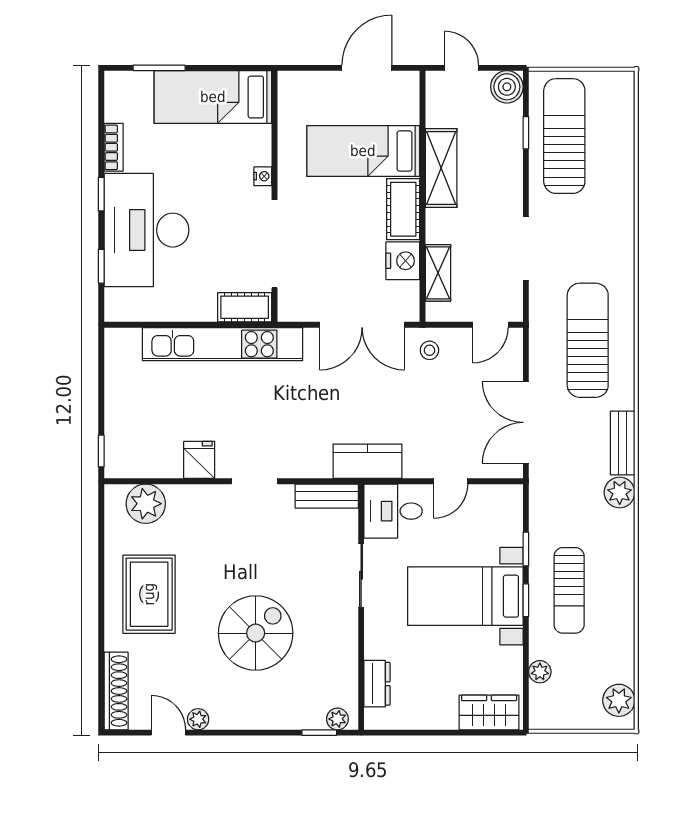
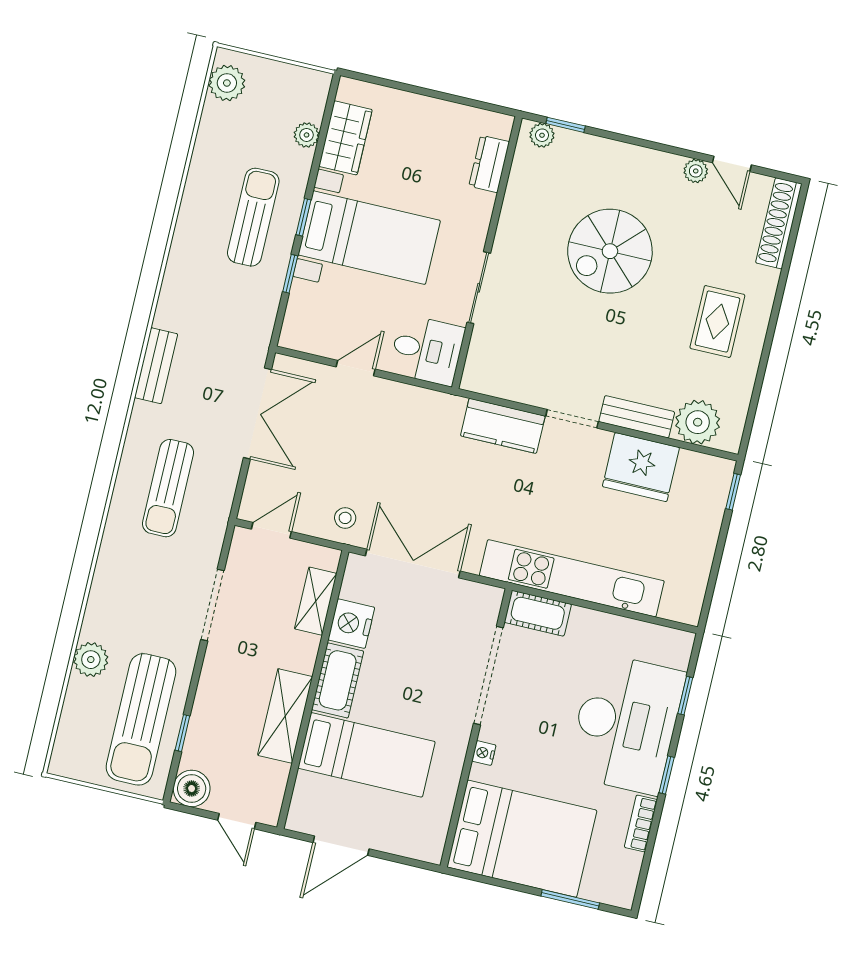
bed: (213, 97) -> (522, 839), width x1.50
sun lounger: (588, 340) -> (168, 488), width x0.73, depth x0.75
fridge: (199, 460) -> (641, 467), width x1.88, depth x1.34
kitchen counter: (367, 461) -> (503, 426), moved
plant: (620, 492) -> (91, 660), moved
bench: (327, 496) -> (637, 417), moved
rug: (149, 594) -> (717, 322), width x0.73, depth x0.70
wardrobe: (489, 713) -> (345, 138), moved, turned -90

